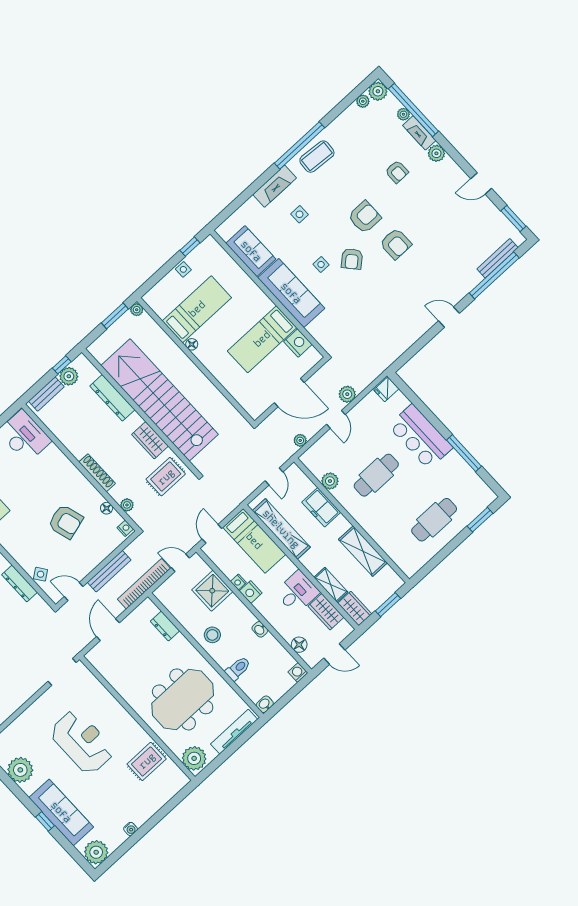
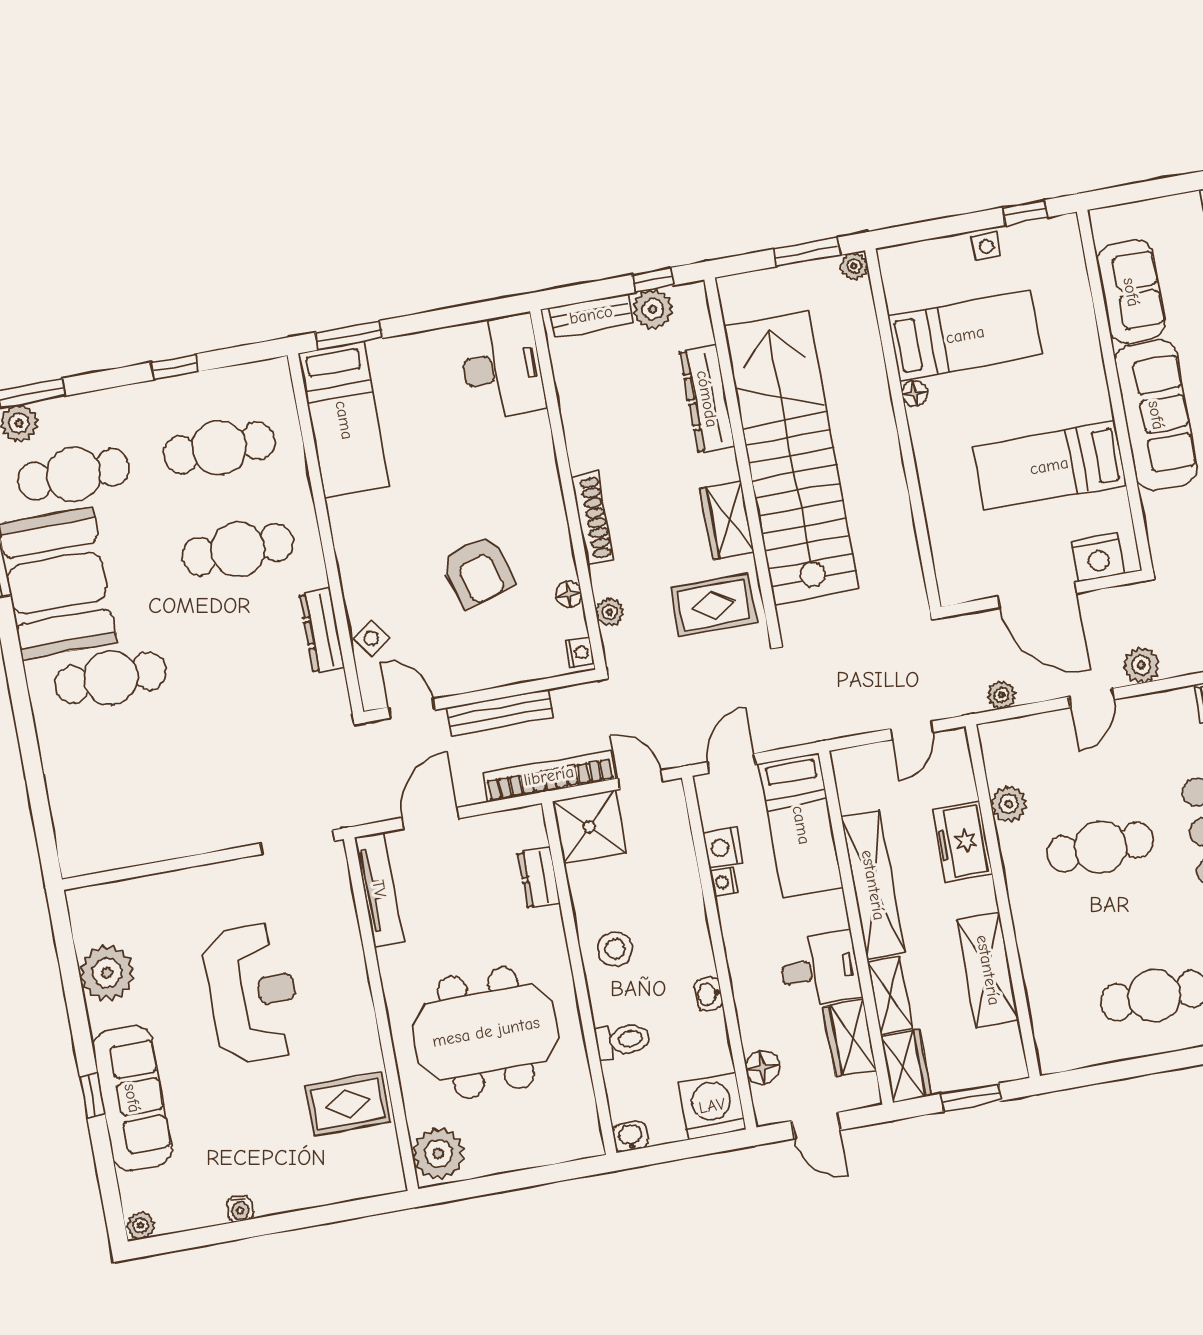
nightstand: (298, 343) -> (1098, 557), moved, turned 90
shelving: (281, 529) -> (873, 885), moved
shower: (212, 591) -> (589, 827), moved
nightstand: (251, 592) -> (723, 847), moved
washing machine: (298, 672) -> (712, 1106), width x1.89, depth x1.89
tv unit: (234, 732) -> (379, 889), moved, turned 90
plant: (96, 852) -> (141, 1225), width x0.53, depth x0.53

